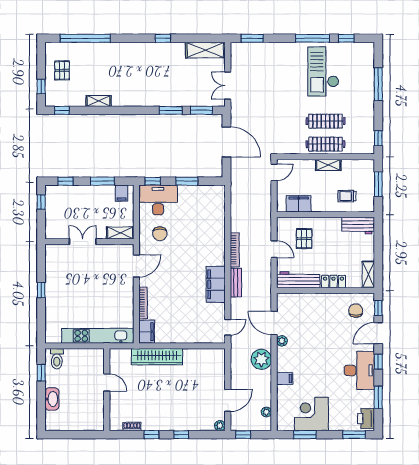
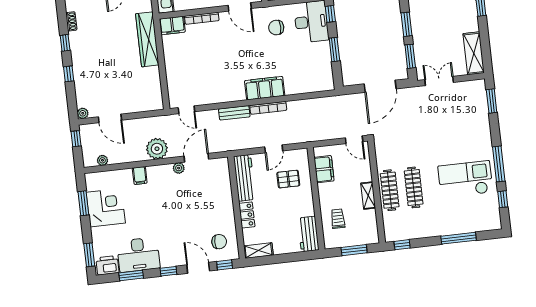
filing cabinet: (216, 284) -> (265, 88), moved
desk: (359, 370) -> (138, 255), moved

